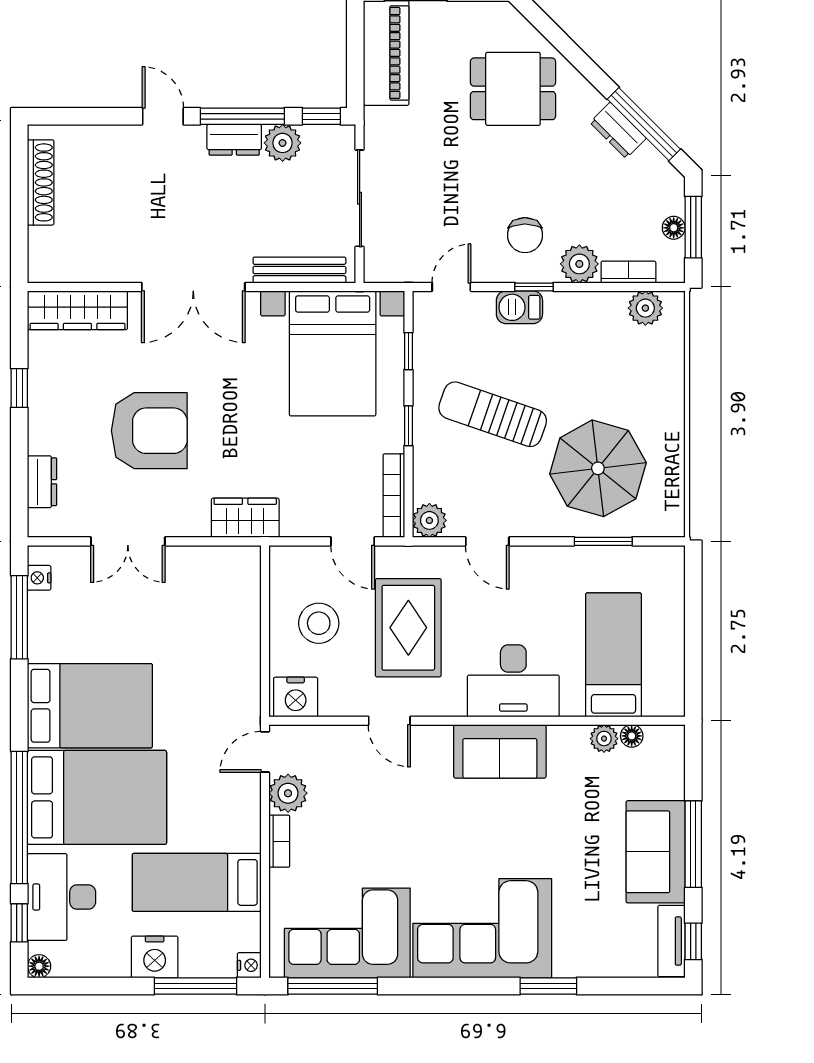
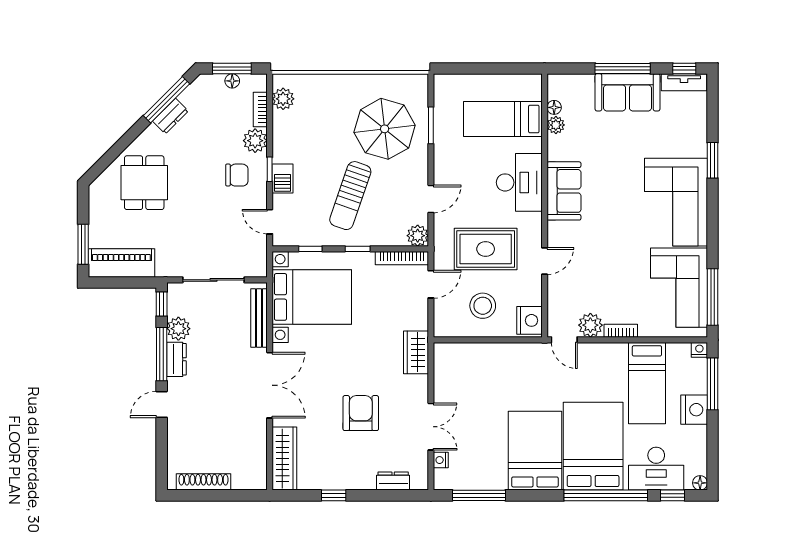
armchair: (149, 431) -> (361, 413), width x0.73, depth x0.73
nightstand: (39, 578) -> (441, 460), moved, turned 90

